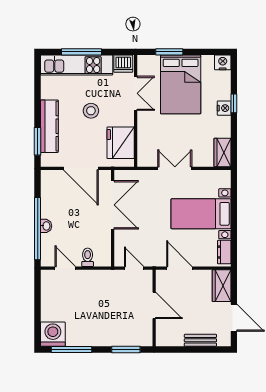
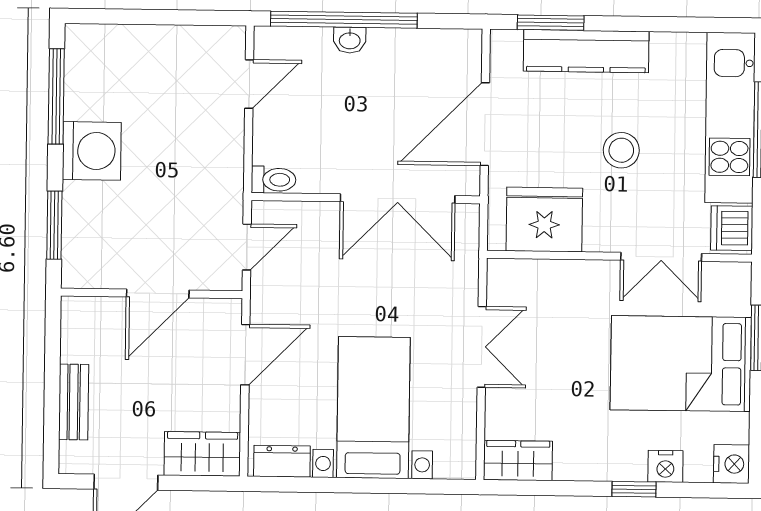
nightstand: (224, 108) -> (665, 466), moved
toilet: (88, 257) -> (274, 180), moved
washing machine: (53, 334) -> (92, 151), moved

